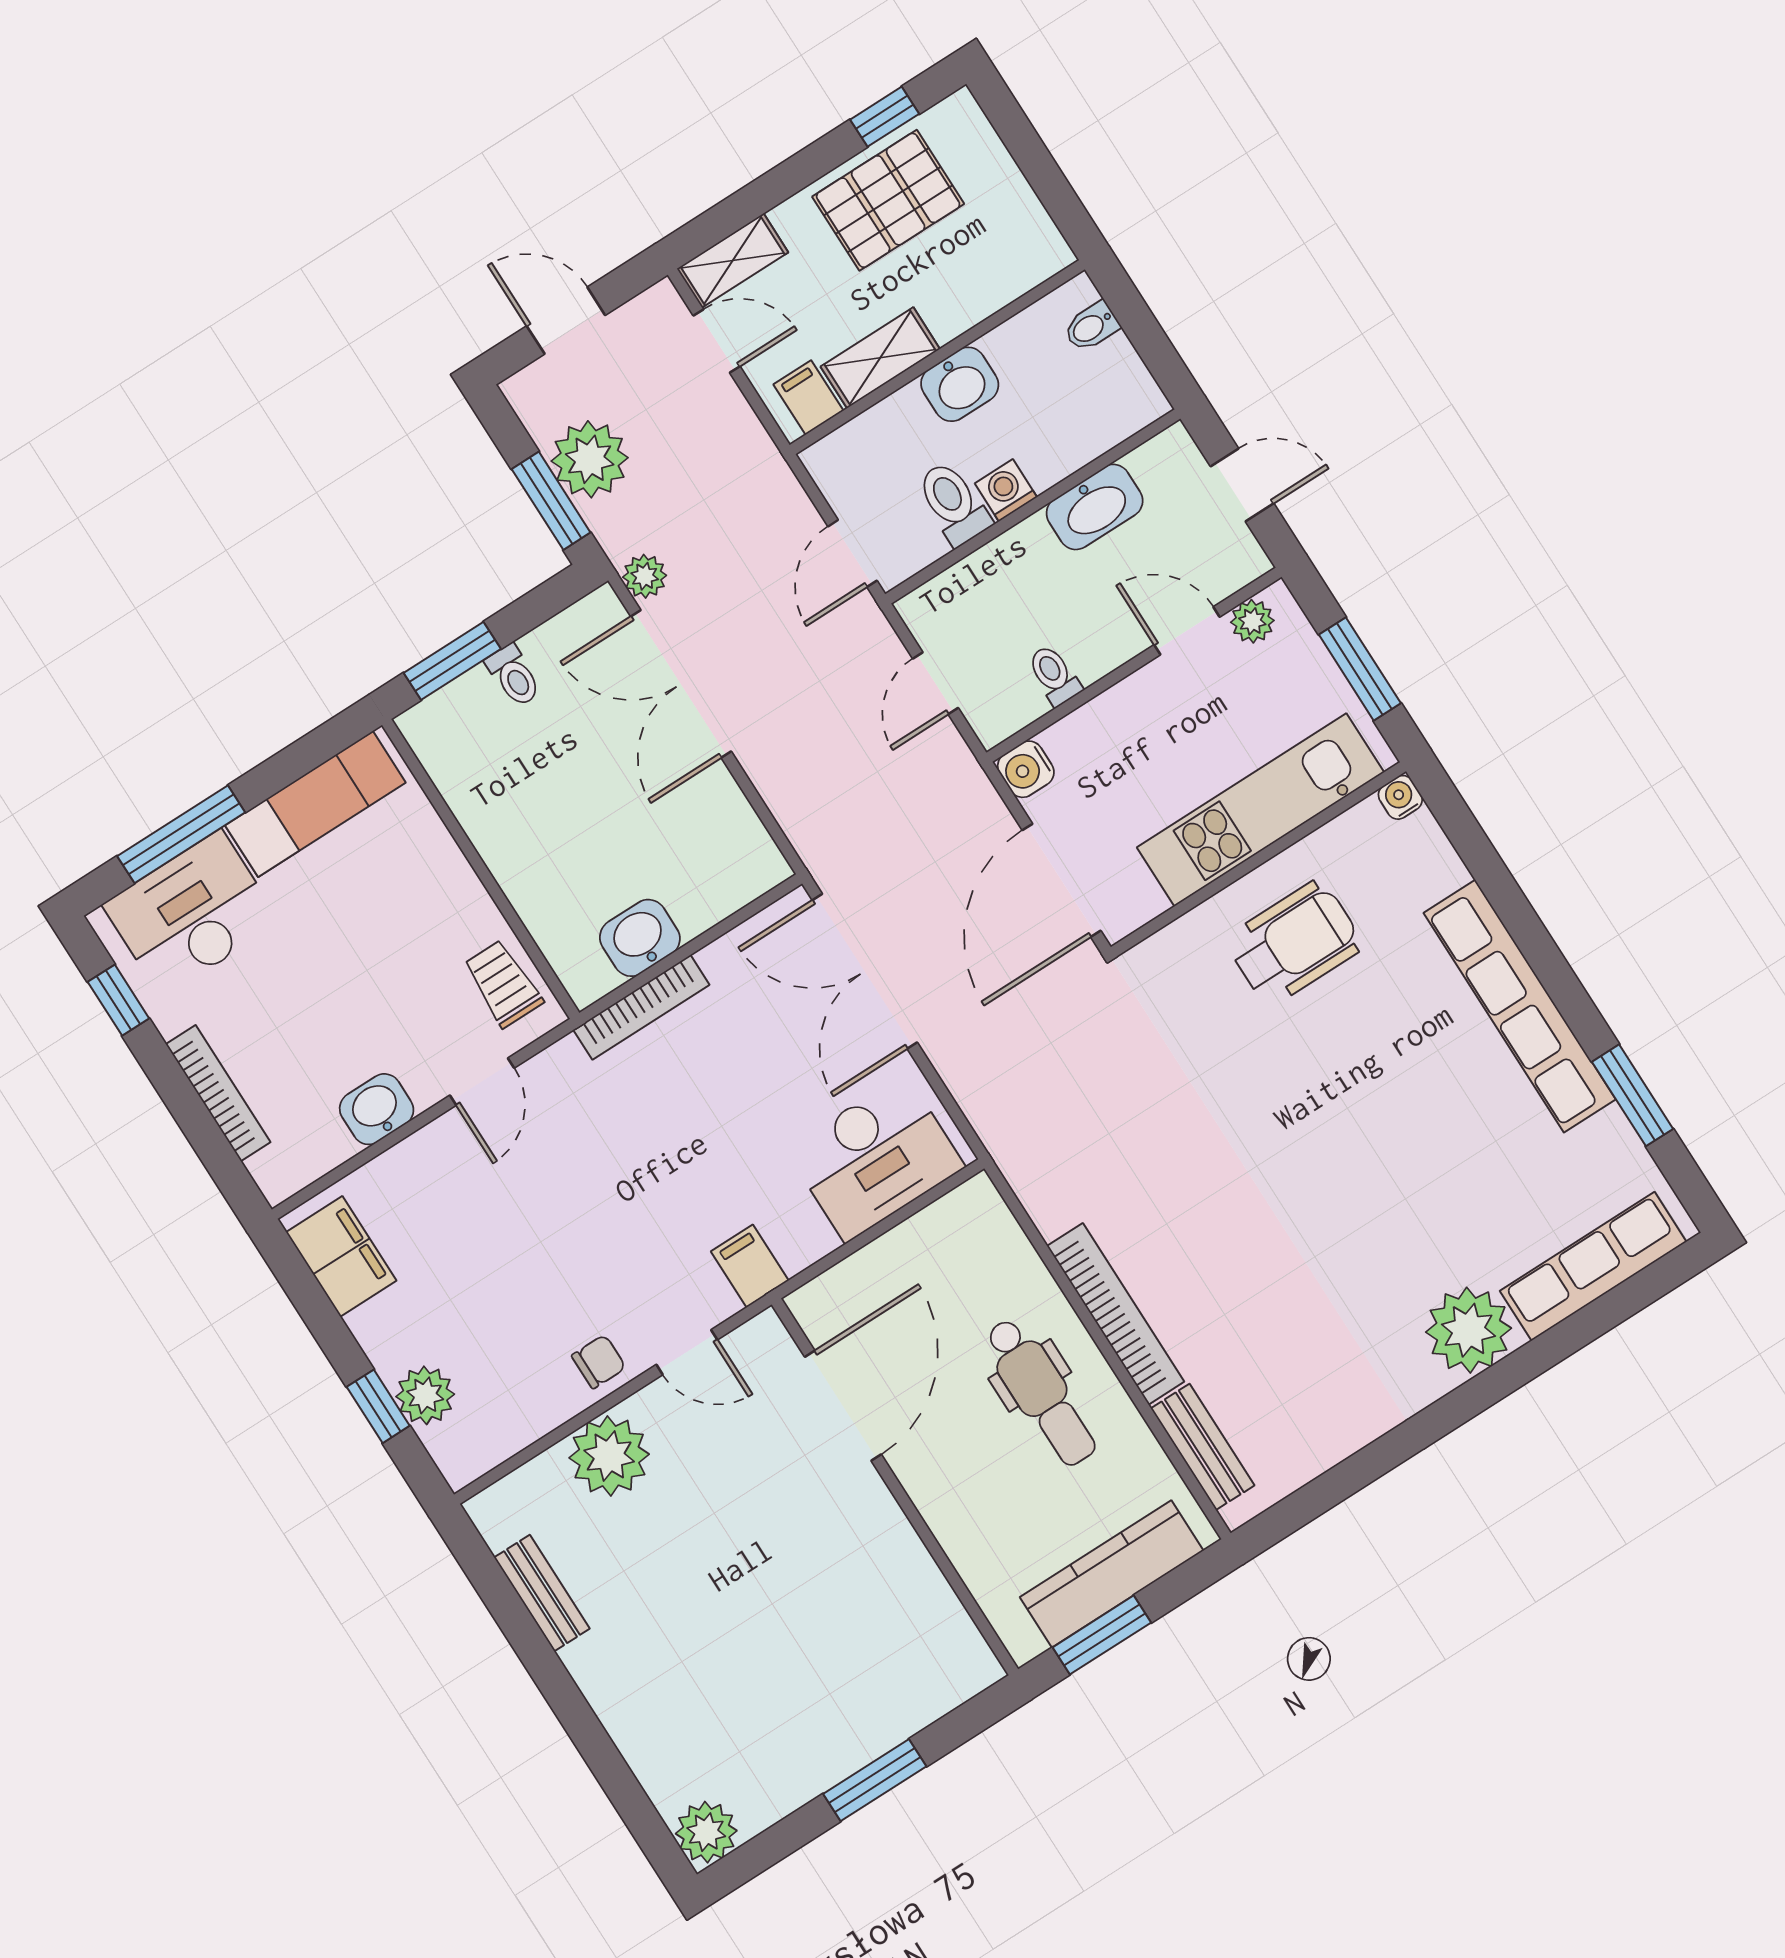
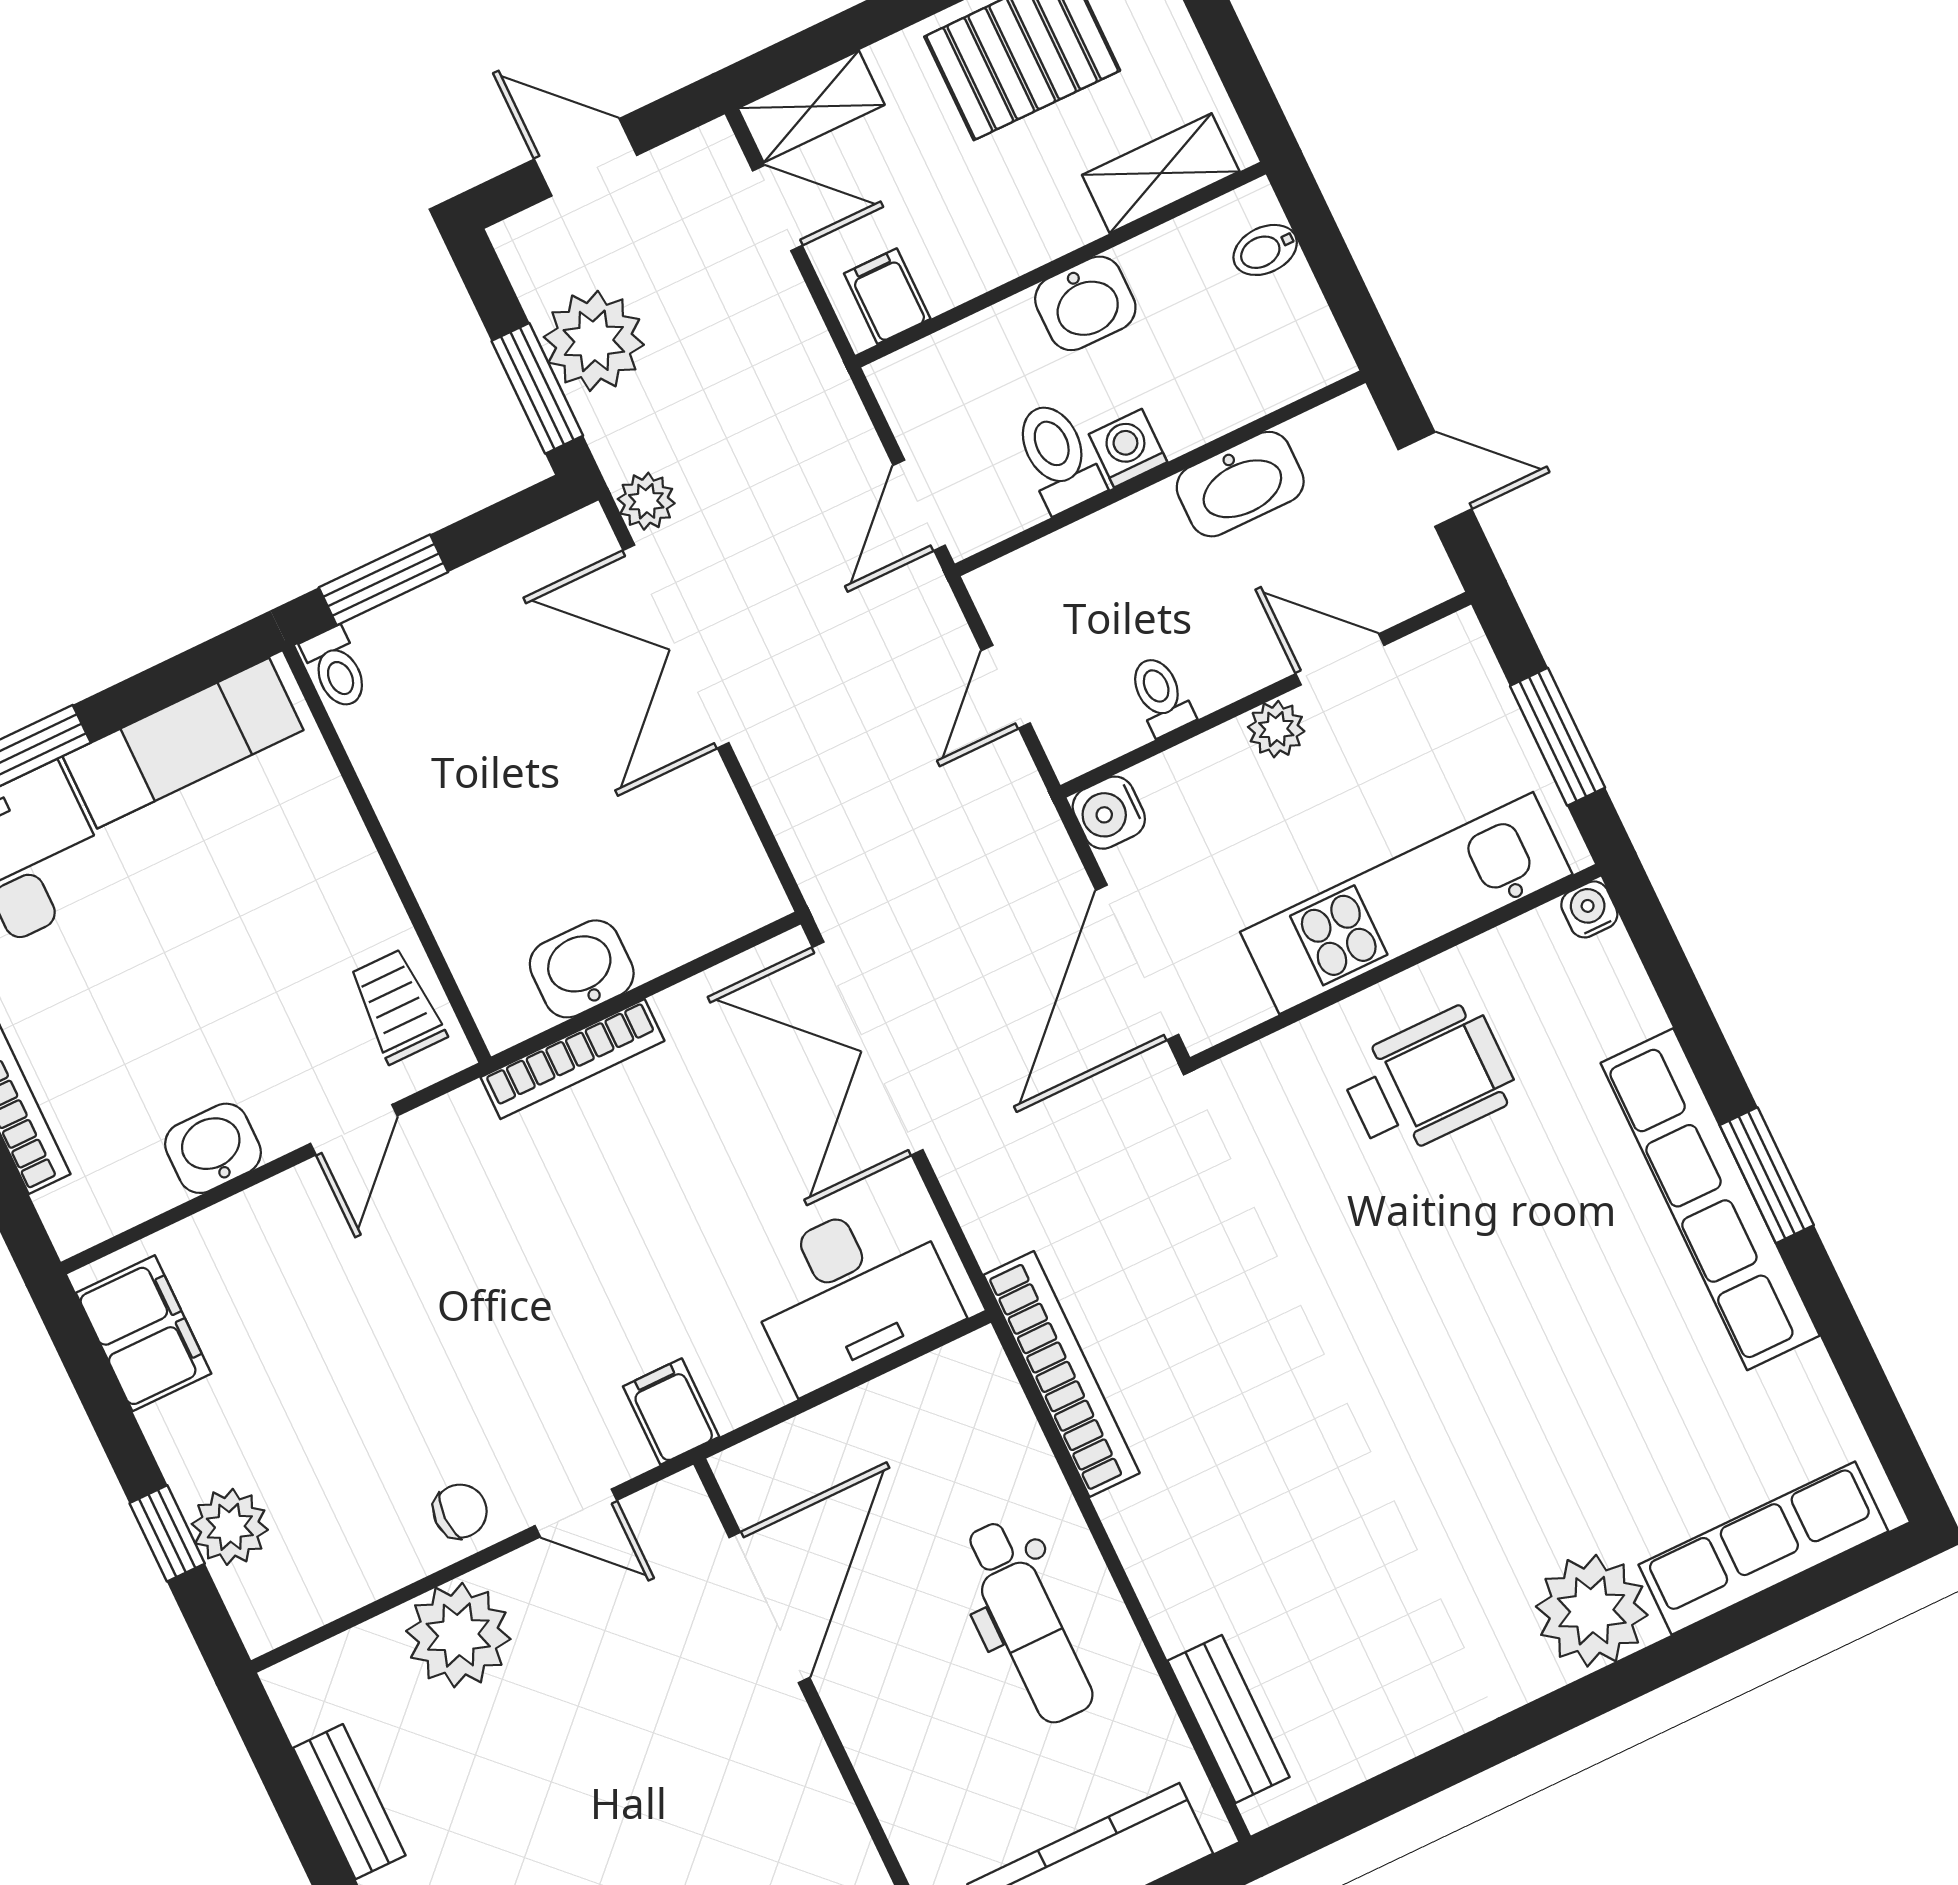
shelving: (880, 358) -> (1161, 173), moved
plant: (1252, 621) -> (1276, 729), moved
toilet: (514, 676) -> (336, 668), moved
window: (1632, 1095) -> (1767, 1175), moved
bookcase: (1116, 1314) -> (1062, 1374), moved

